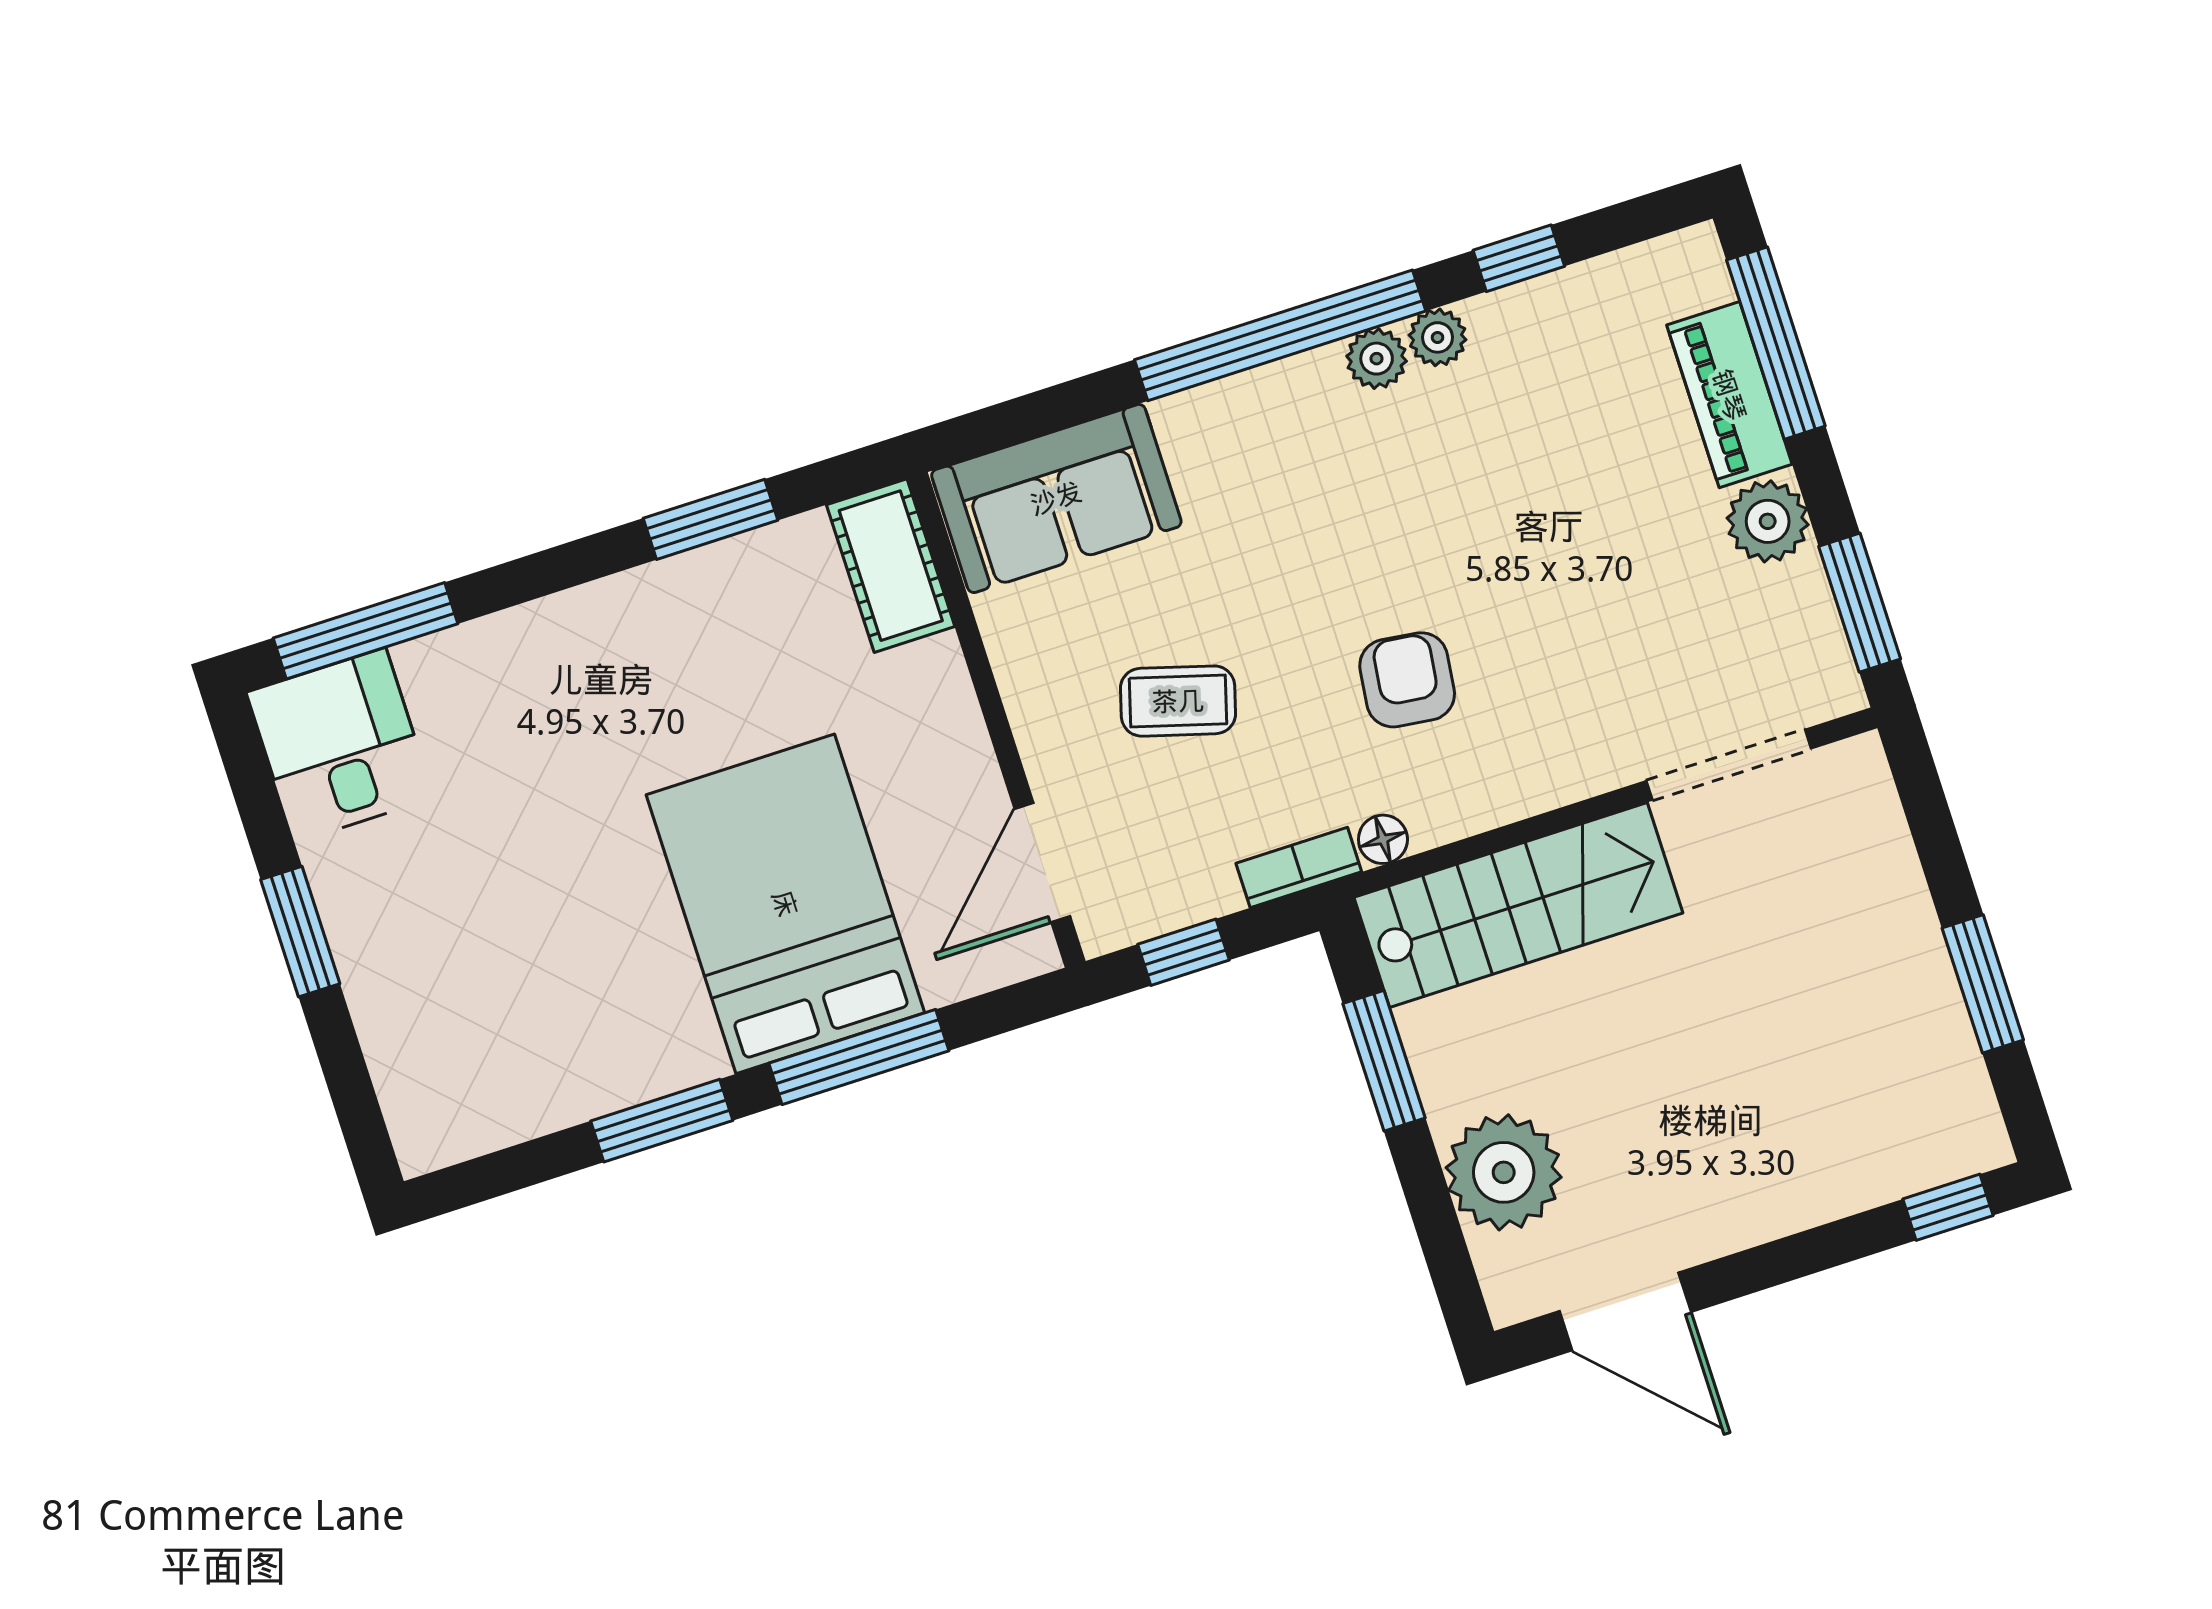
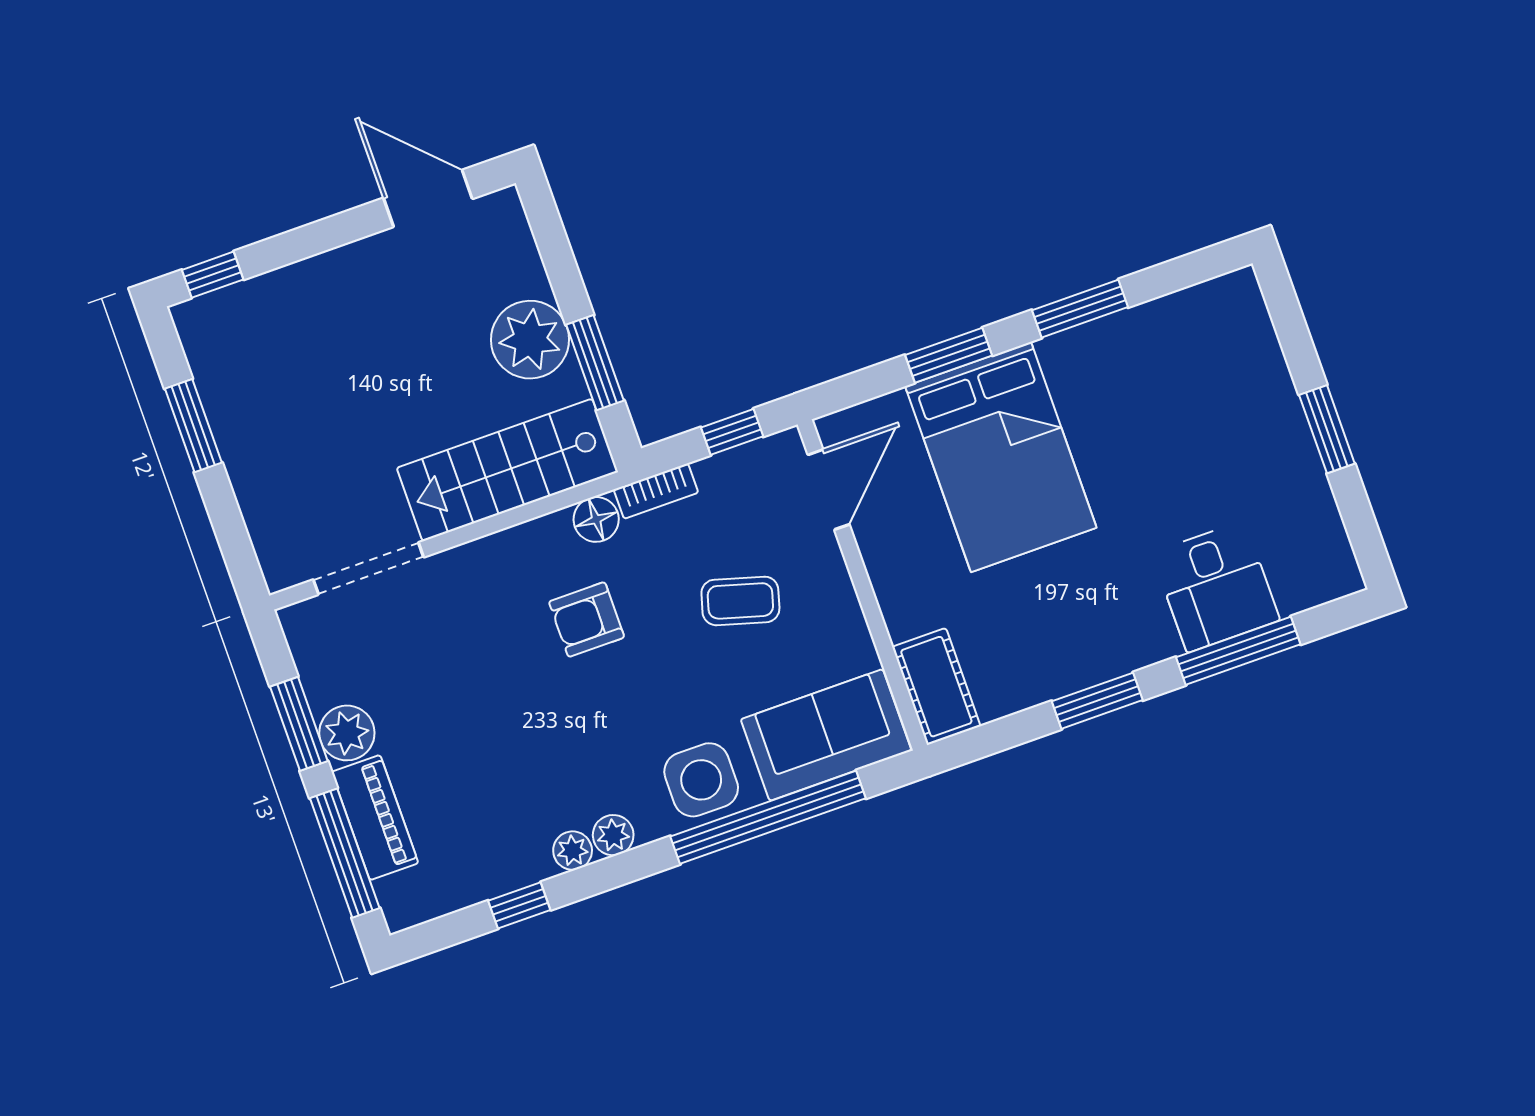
window: (1280, 335) -> (768, 817), moved
side table: (1244, 437) -> (701, 780), added
window: (711, 519) -> (1097, 701), moved
window: (1860, 603) -> (299, 724), moved
window: (365, 631) -> (1238, 651), moved
armchair: (1407, 680) -> (587, 620), turned 83
desk: (340, 745) -> (1216, 587), moved
floor lamp: (1383, 839) -> (596, 519), width x1.37, depth x1.37
window: (859, 1057) -> (949, 355), width x0.69
plant: (1504, 1172) -> (530, 340), moved

